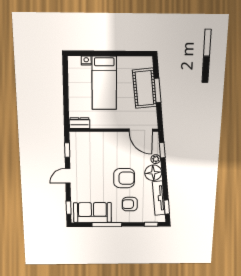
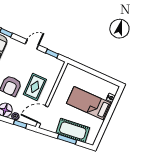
dresser: (79, 123) -> (68, 72), removed
rug: (113, 152) -> (35, 87), added
door: (68, 176) -> (32, 44), hinge flipped

